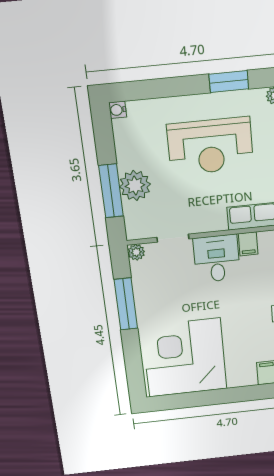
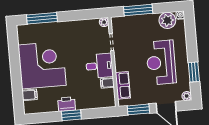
plant: (135, 186) -> (167, 20), moved
window: (126, 304) -> (42, 18), moved
corner desk: (184, 358) -> (42, 65), moved

